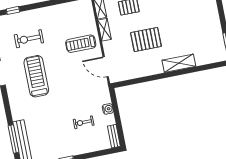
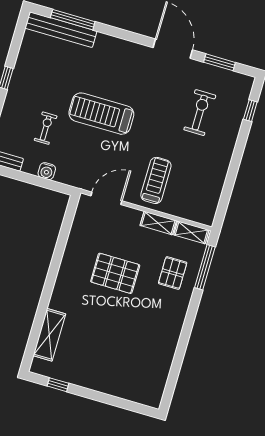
pallet: (146, 39) -> (115, 273), turned 90
shelving: (179, 63) -> (49, 335), moved
treadmill: (36, 76) -> (101, 114), moved, turned 180

